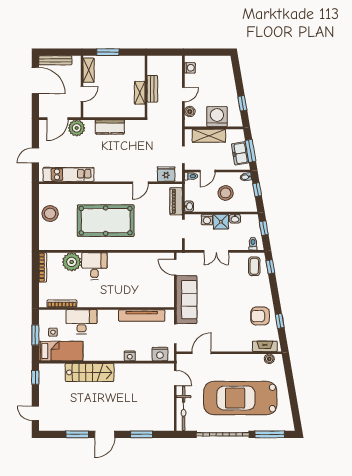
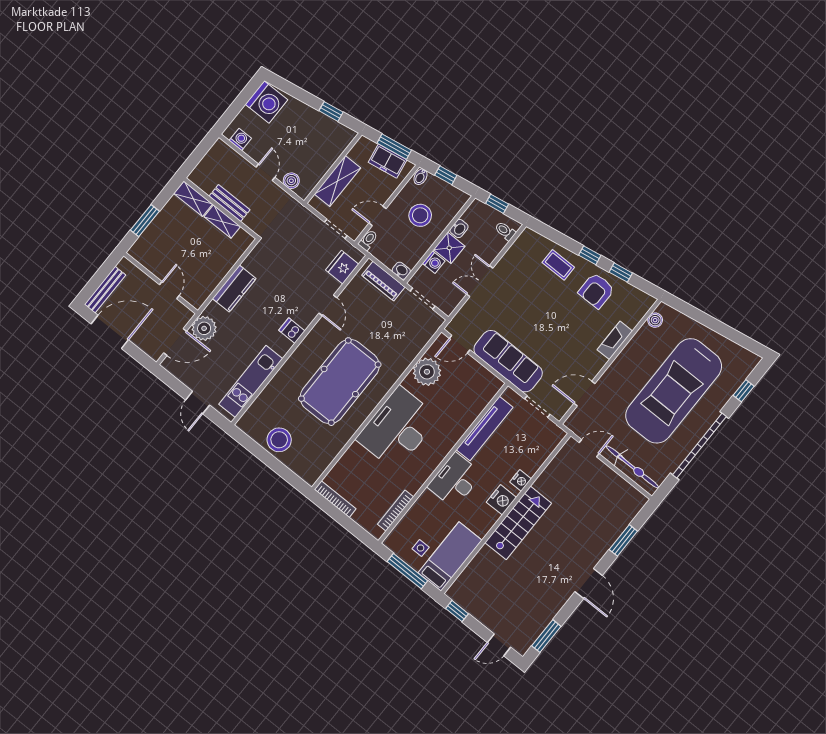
shelving: (89, 70) -> (193, 199), moved
washing machine: (217, 117) -> (267, 102), moved, turned 180
door: (57, 119) -> (175, 342), hinge flipped
door: (207, 171) -> (377, 216), swing flipped
dishwasher: (112, 174) -> (292, 331), added
double door: (216, 251) -> (480, 281), swing flipped
plant: (72, 262) -> (427, 372), moved
desk: (94, 266) -> (397, 428), width x1.87, depth x1.30
coffee table: (254, 266) -> (558, 265), moved
window: (270, 267) -> (590, 255), moved
desk: (81, 322) -> (455, 480), moved
window: (35, 335) -> (407, 571), width x1.44
fireplace: (265, 346) -> (615, 340), moved
door: (202, 353) -> (584, 394), hinge flipped
nightstand: (160, 354) -> (501, 500), moved
stairs: (90, 372) -> (518, 523), moved
window: (77, 434) -> (546, 636), moved
window: (270, 434) -> (744, 391), width x0.46

